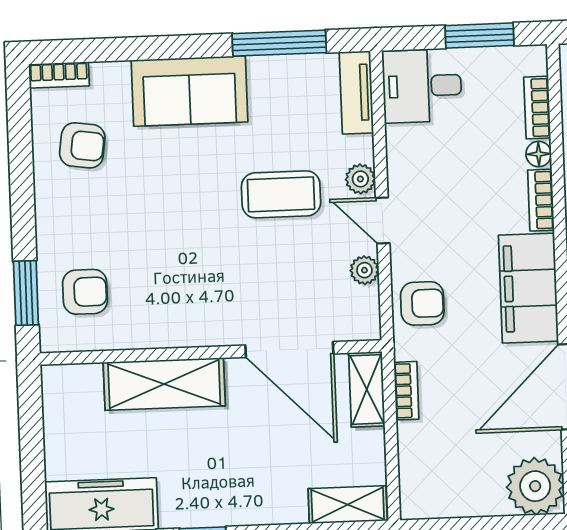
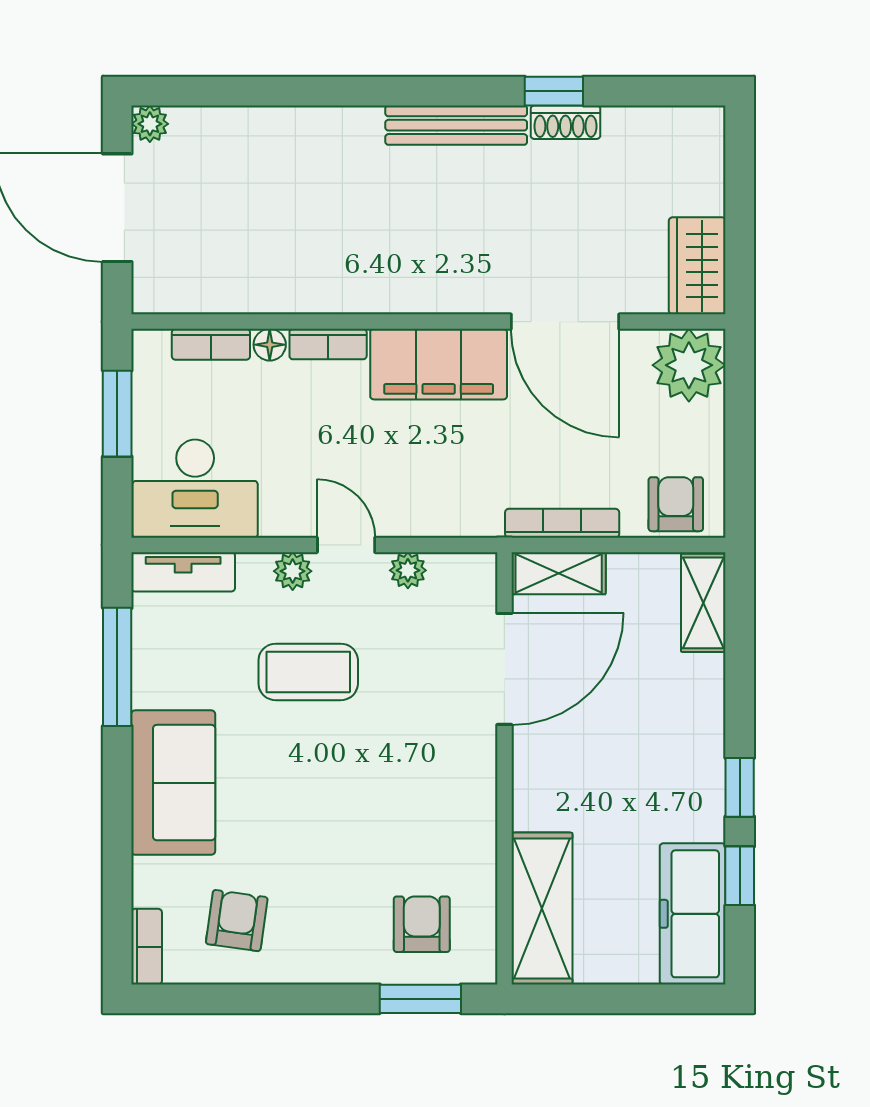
desk: (422, 86) -> (195, 489), width x1.37
coffee table: (281, 194) -> (308, 672), turned 90
door: (383, 220) -> (346, 545), swing flipped
armchair: (422, 303) -> (676, 504), moved
shelving: (164, 384) -> (542, 908), moved
bookcase: (406, 391) -> (562, 523), width x1.56

